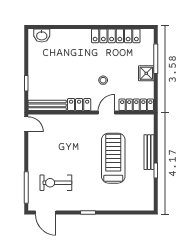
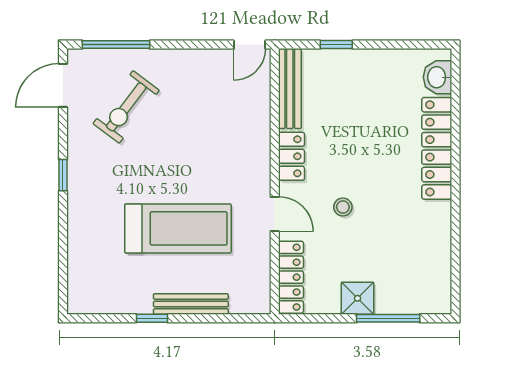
locker: (116, 36) -> (437, 148), moved
exercise bike: (56, 183) -> (126, 107), turned -143

